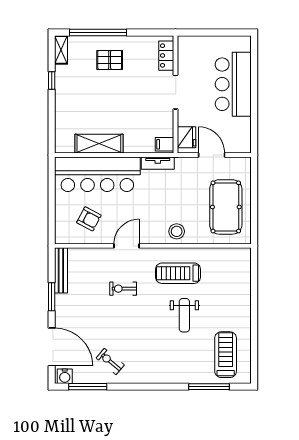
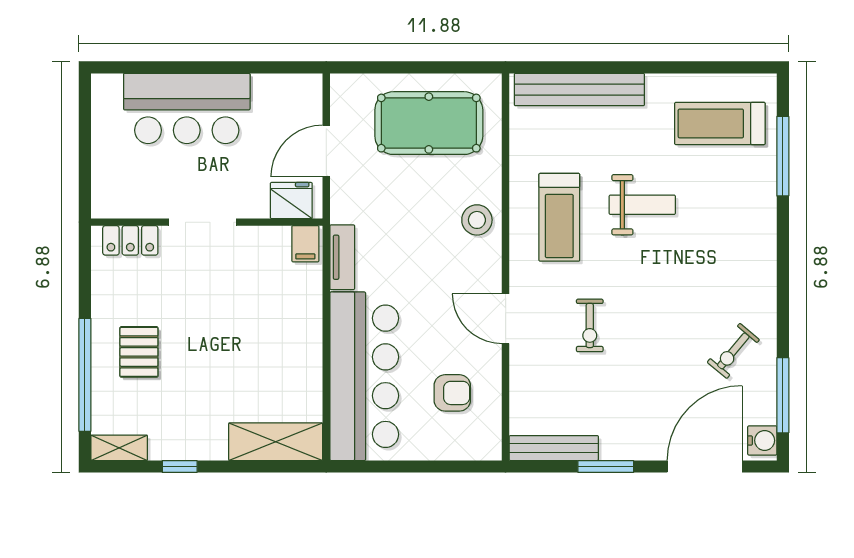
shelving: (99, 144) -> (276, 442), moved, turned 90
armchair: (89, 219) -> (452, 393), turned 62
bench: (243, 283) -> (579, 90), added

